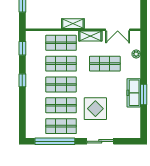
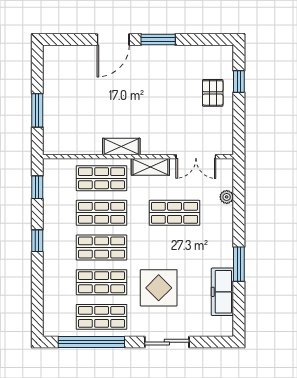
freezer: (134, 93) -> (222, 292), moved

